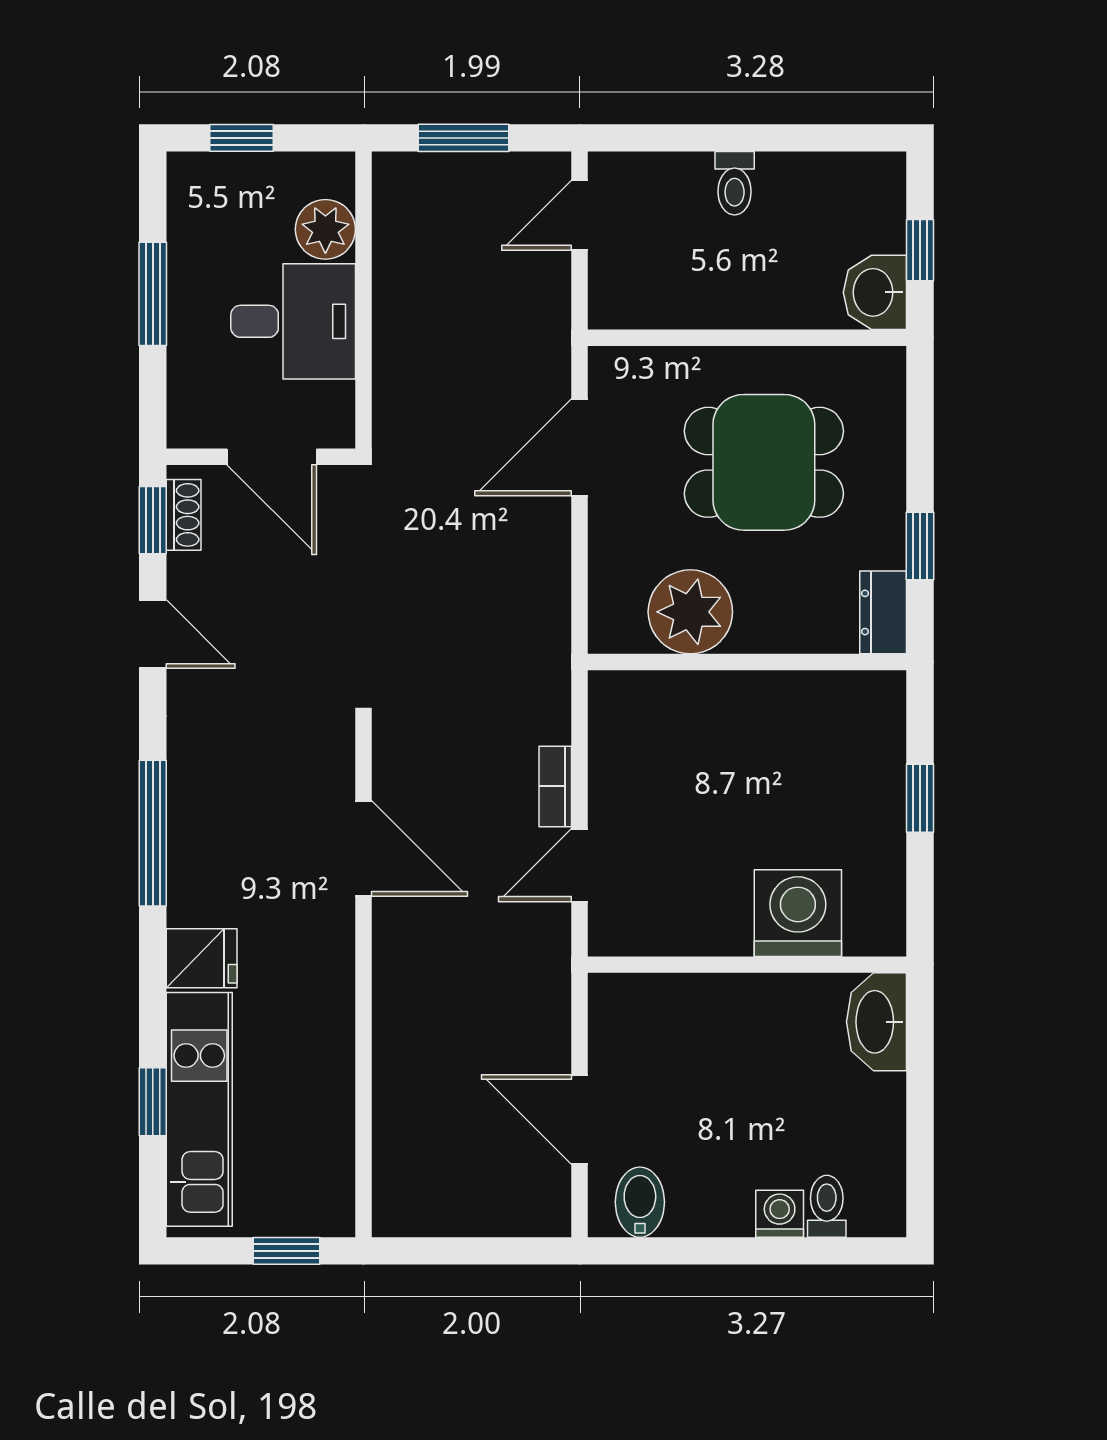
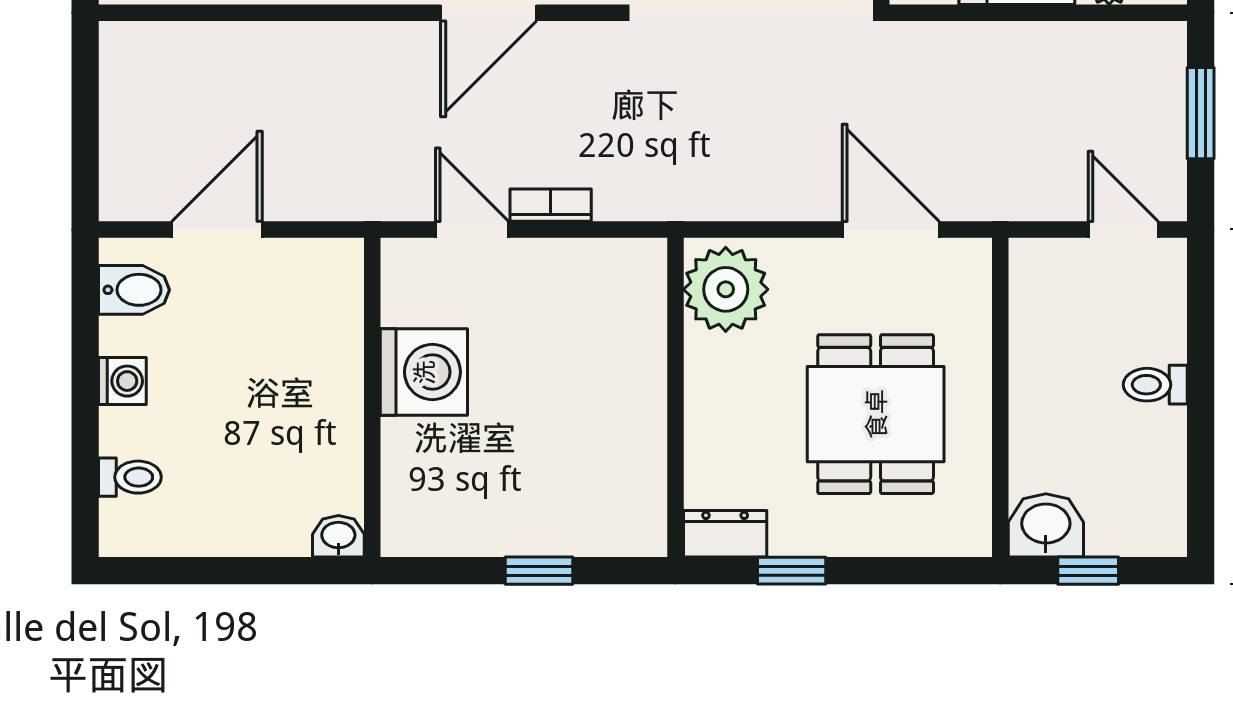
plant: (690, 612) -> (726, 289), moved
washing machine: (798, 913) -> (424, 372), moved
washbasin: (877, 1022) -> (338, 536), width x0.52, depth x0.69
washing machine: (780, 1214) -> (122, 381), moved

